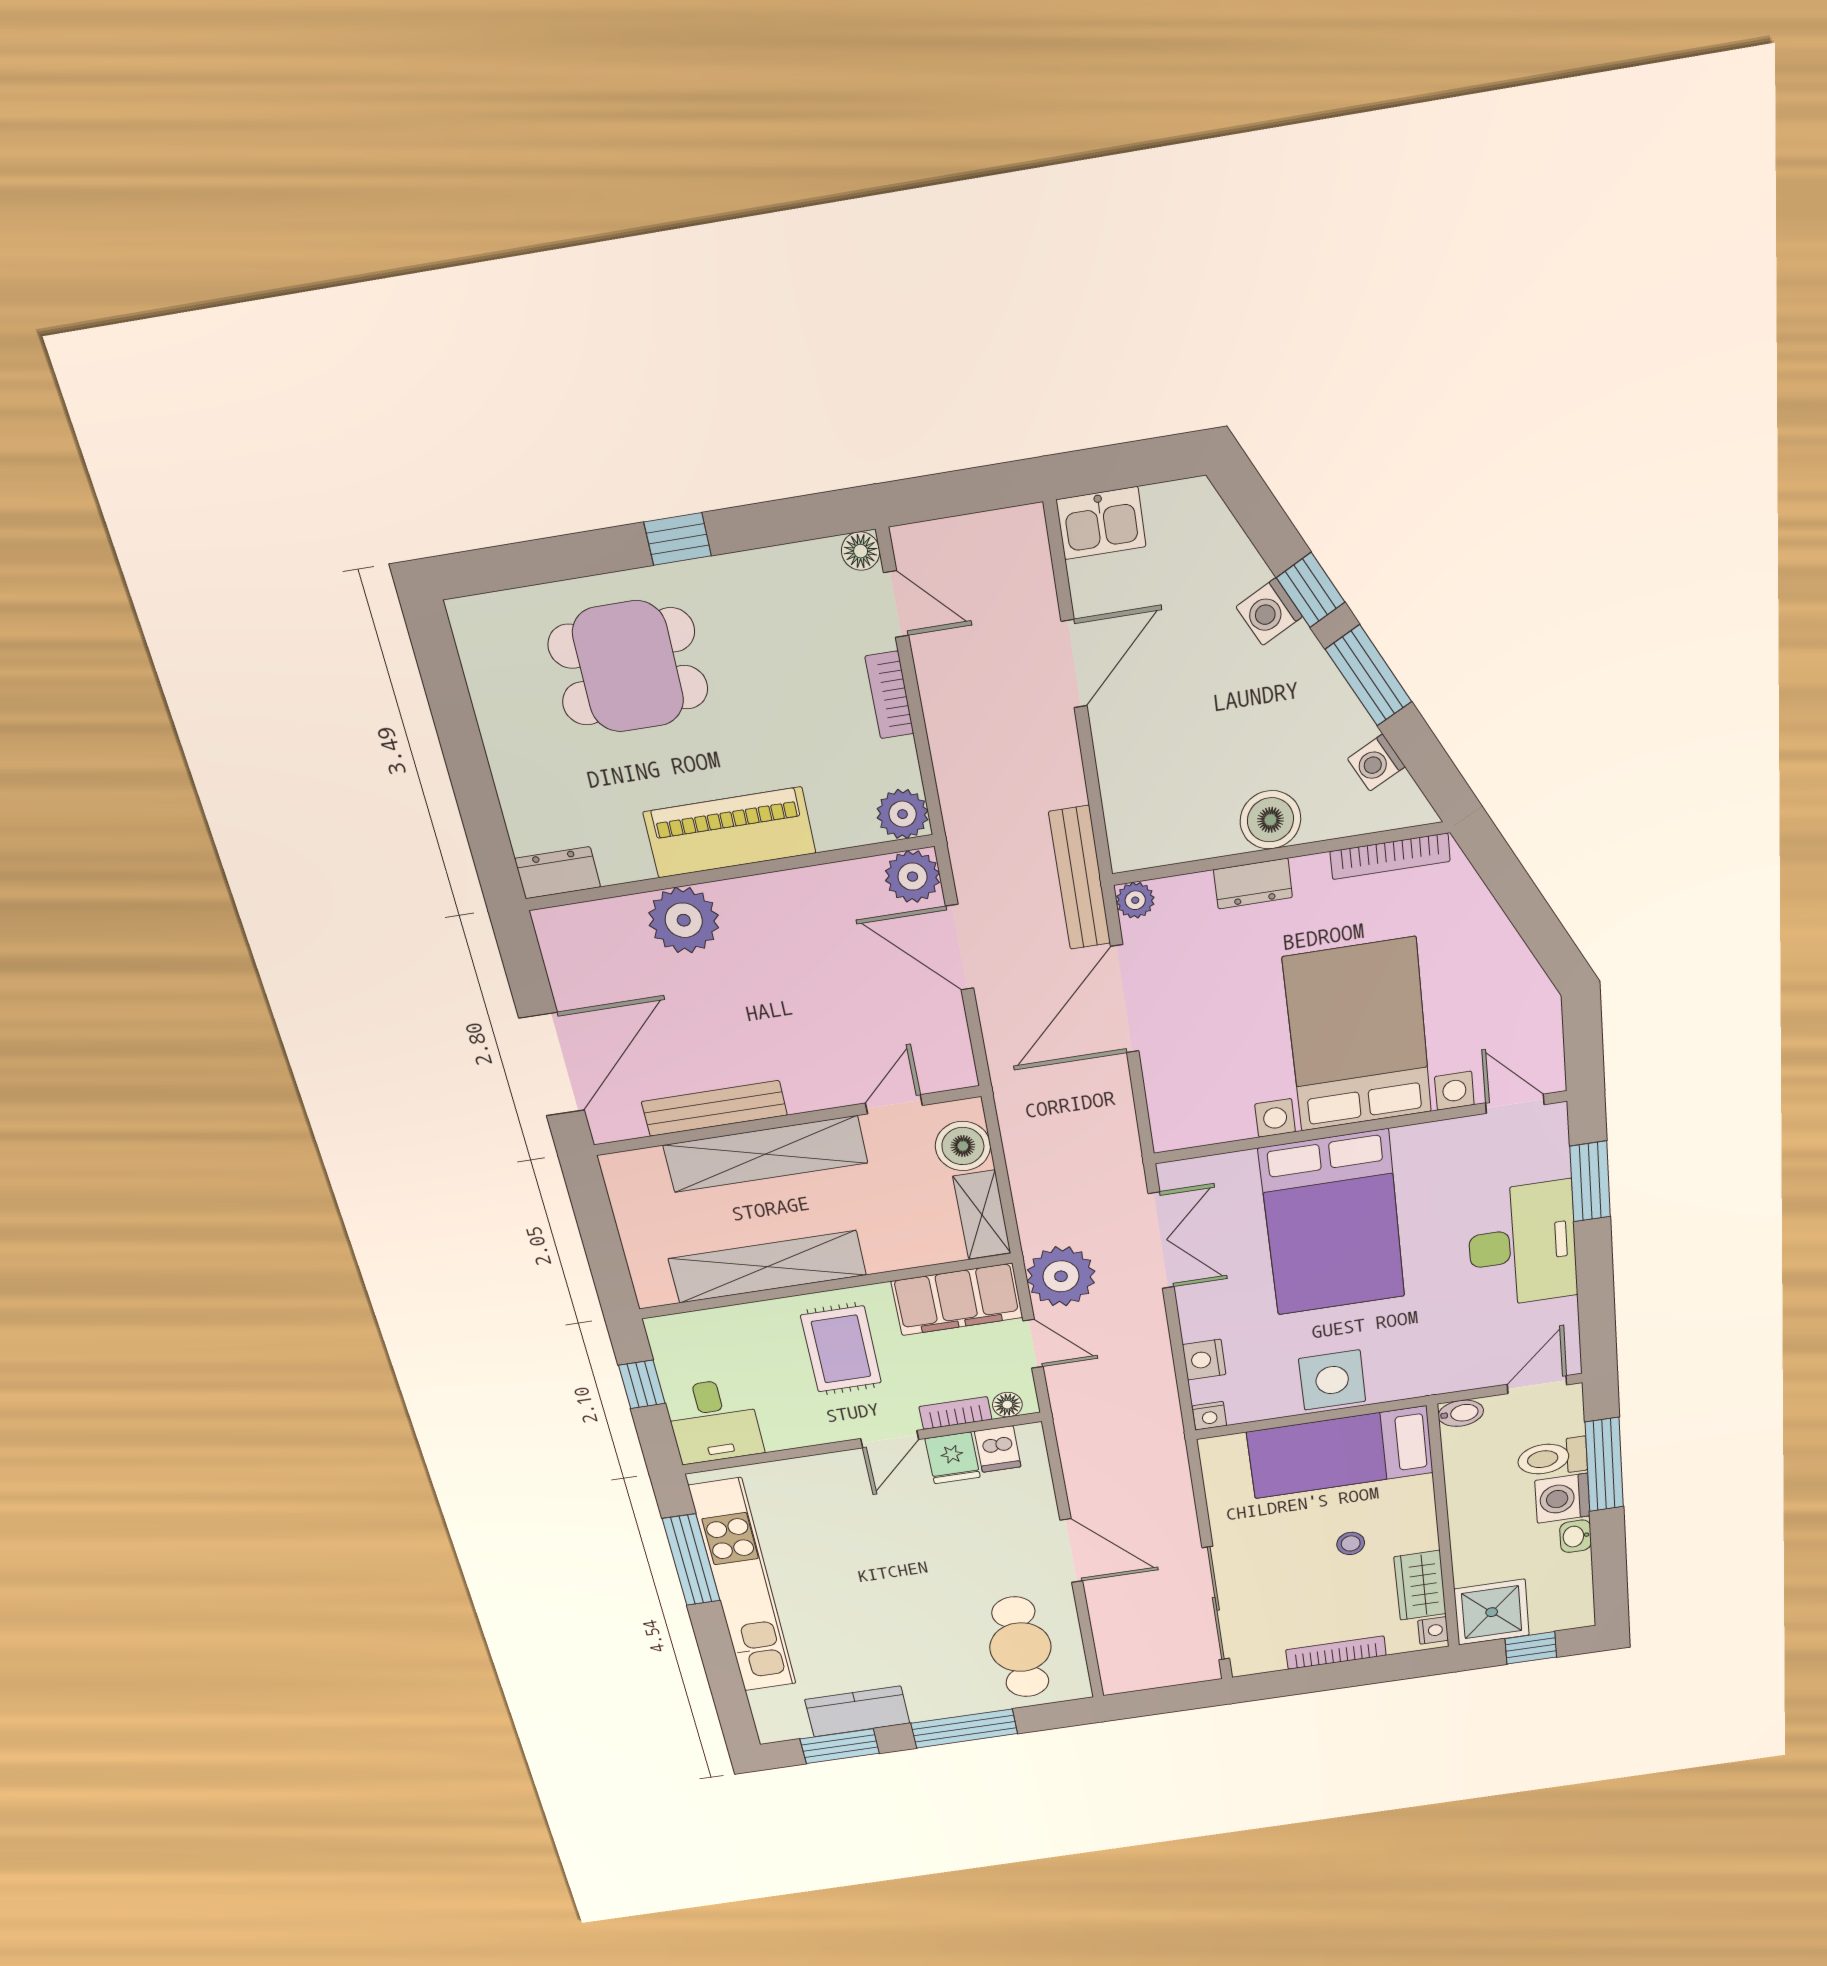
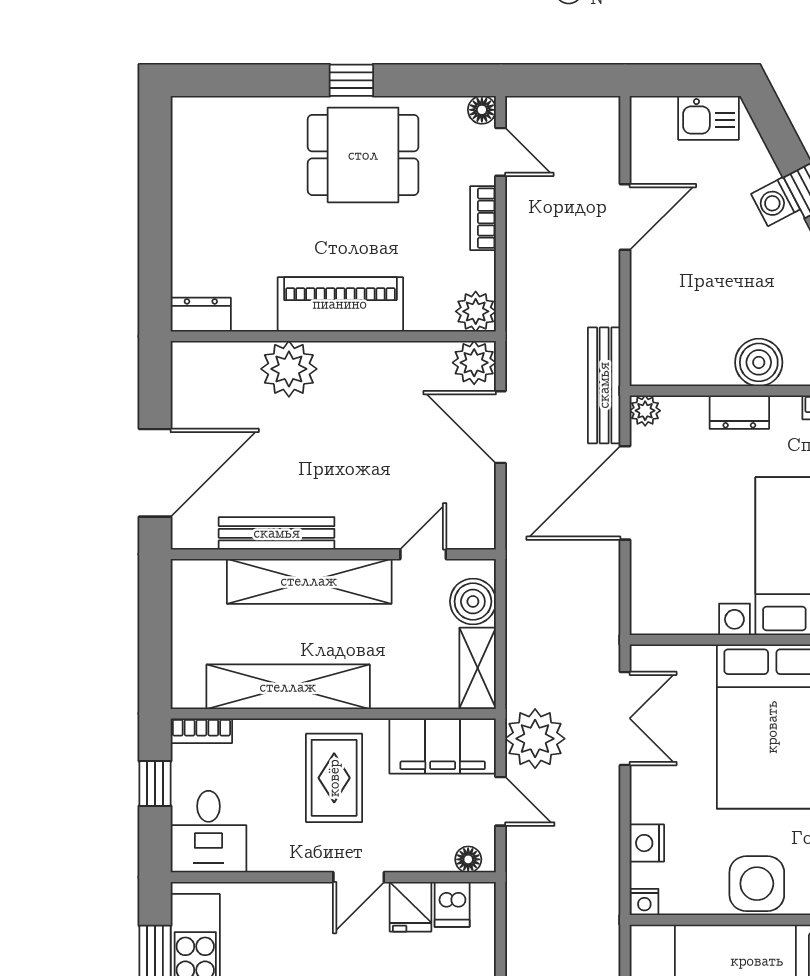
kitchen sink: (1101, 523) -> (709, 118), moved
dining table: (628, 667) -> (363, 155), moved
bookcase: (955, 1413) -> (201, 731), moved, turned 180

